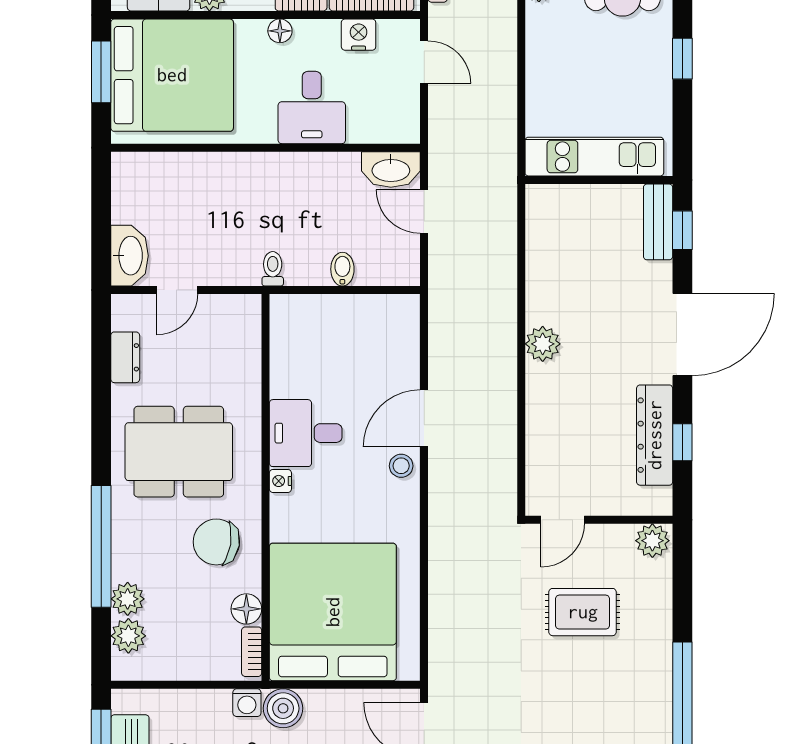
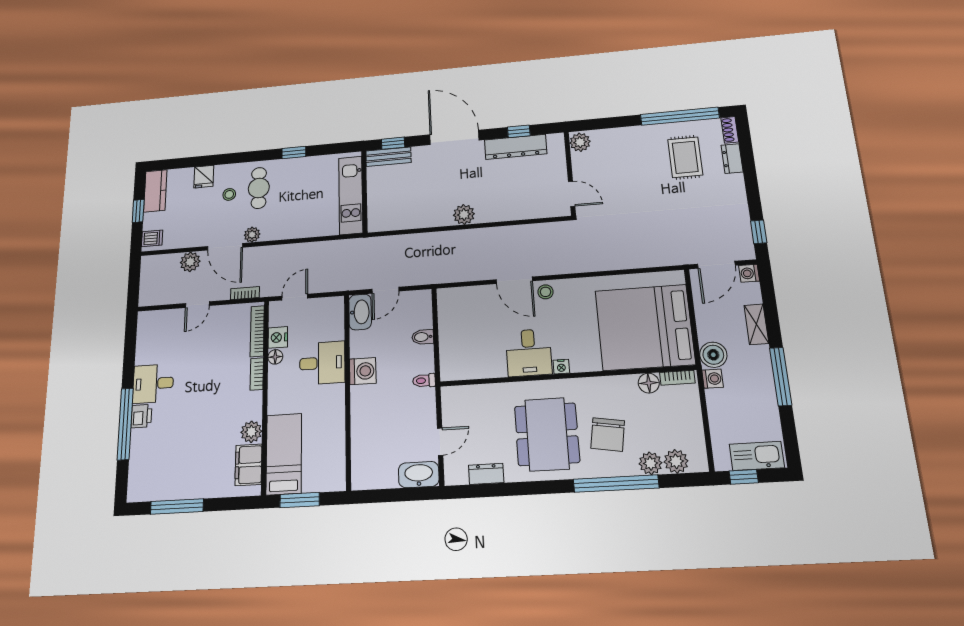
floor lamp: (280, 31) -> (275, 357), moved
bed: (172, 75) -> (284, 454), width x0.49
washing machine: (294, 172) -> (363, 371), added
door: (177, 290) -> (440, 442), hinge flipped
chair: (216, 542) -> (608, 435), moved
rug: (583, 612) -> (685, 157), moved

